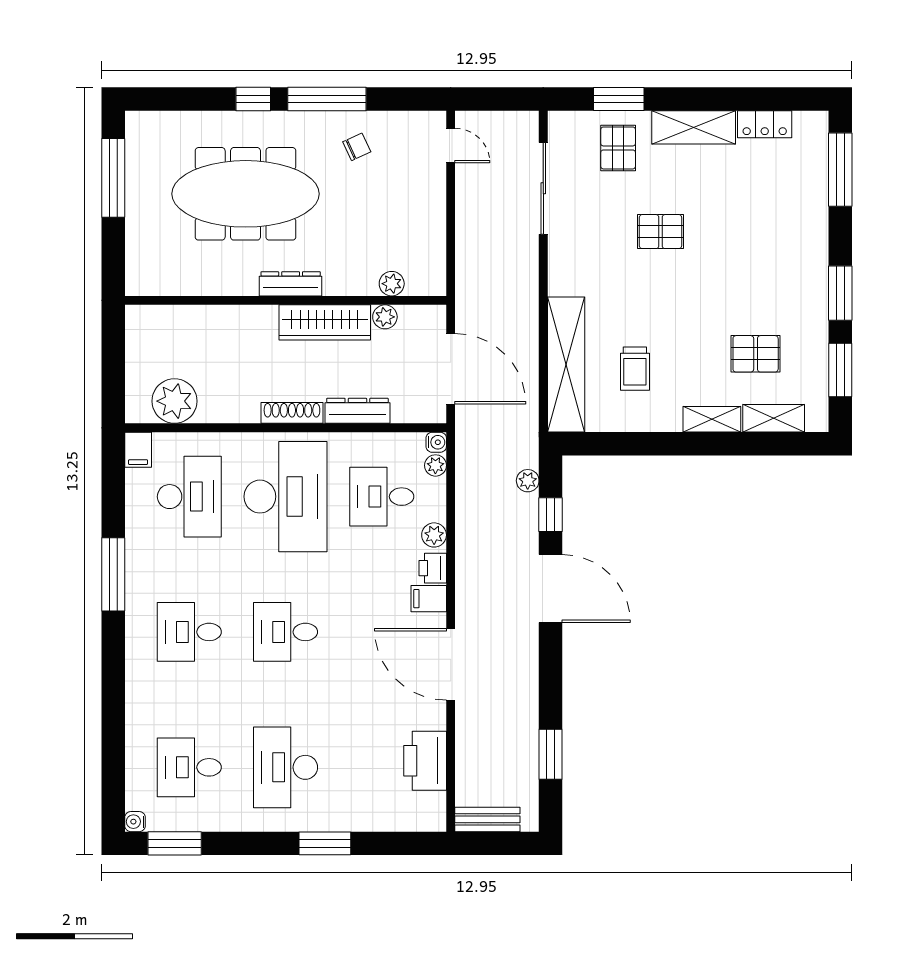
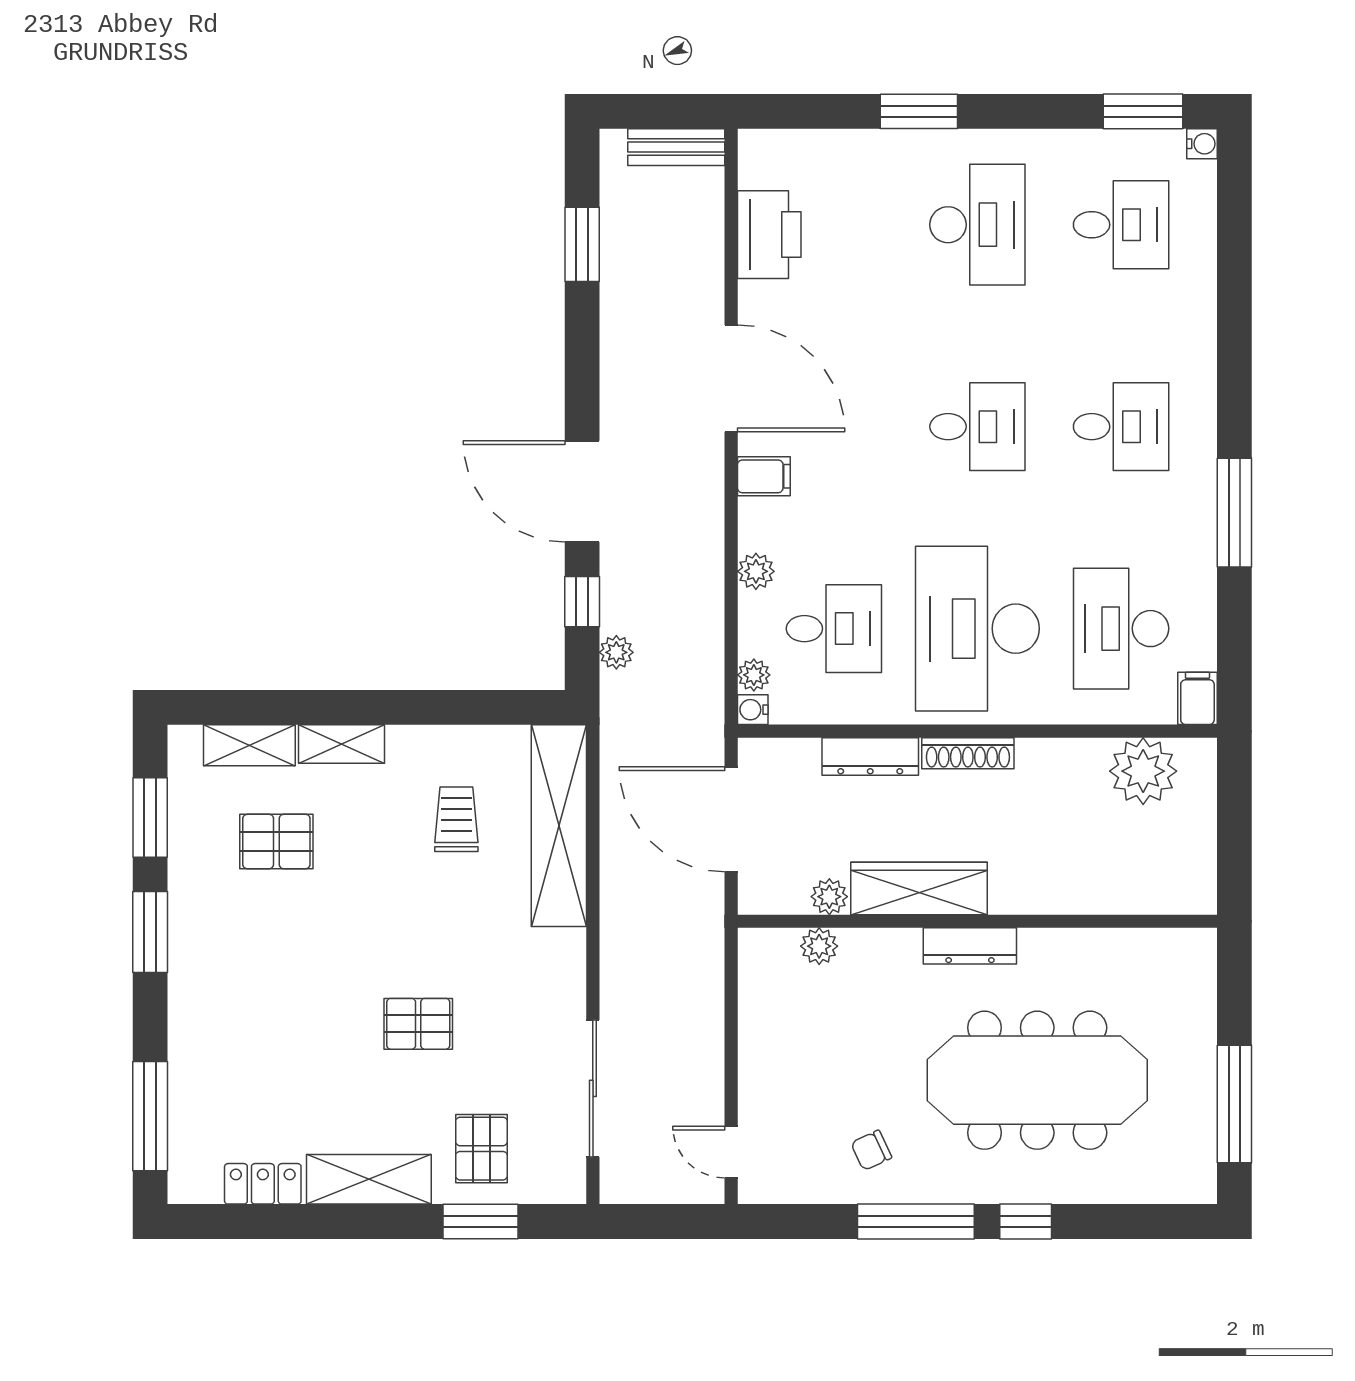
printer: (433, 568) -> (758, 522), removed

